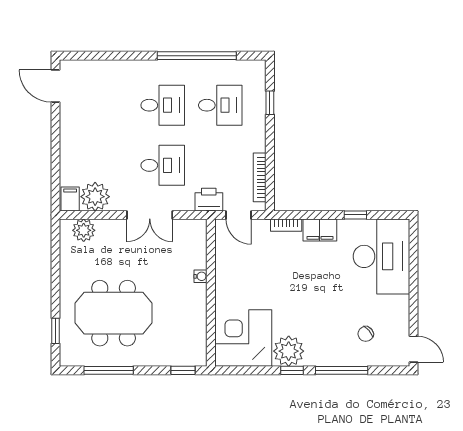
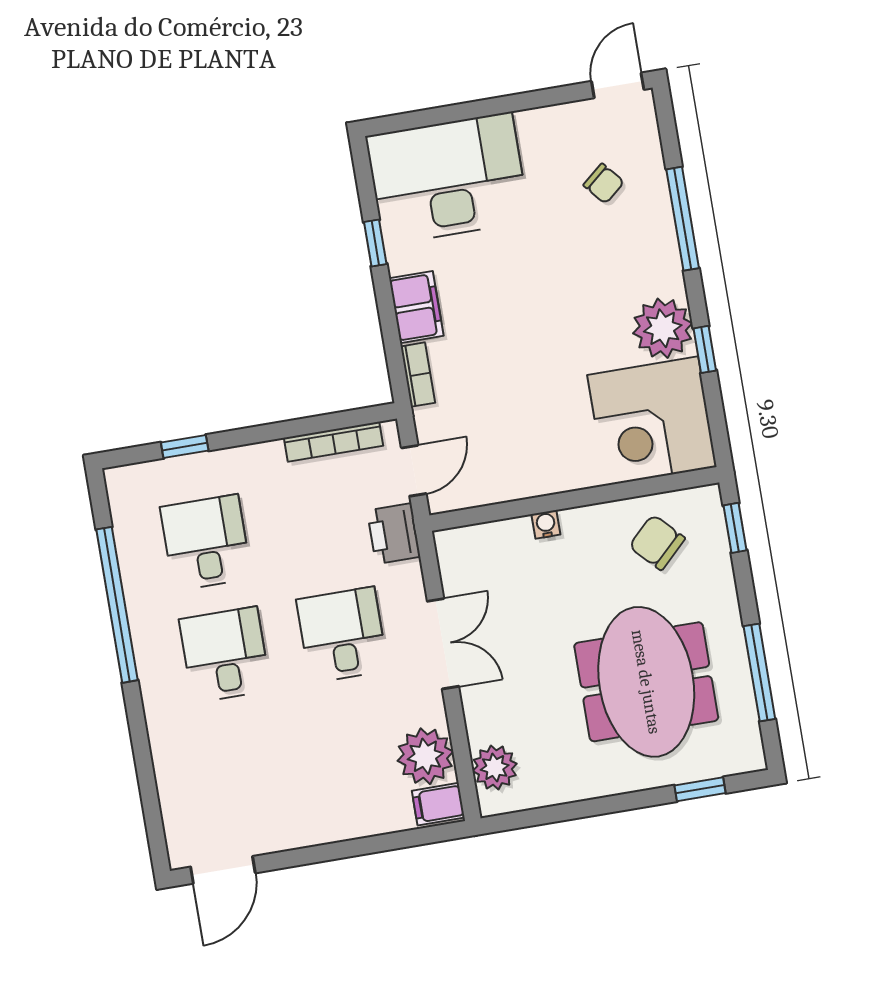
chair: (182, 330) -> (657, 542), added
window: (292, 370) -> (705, 349), moved

